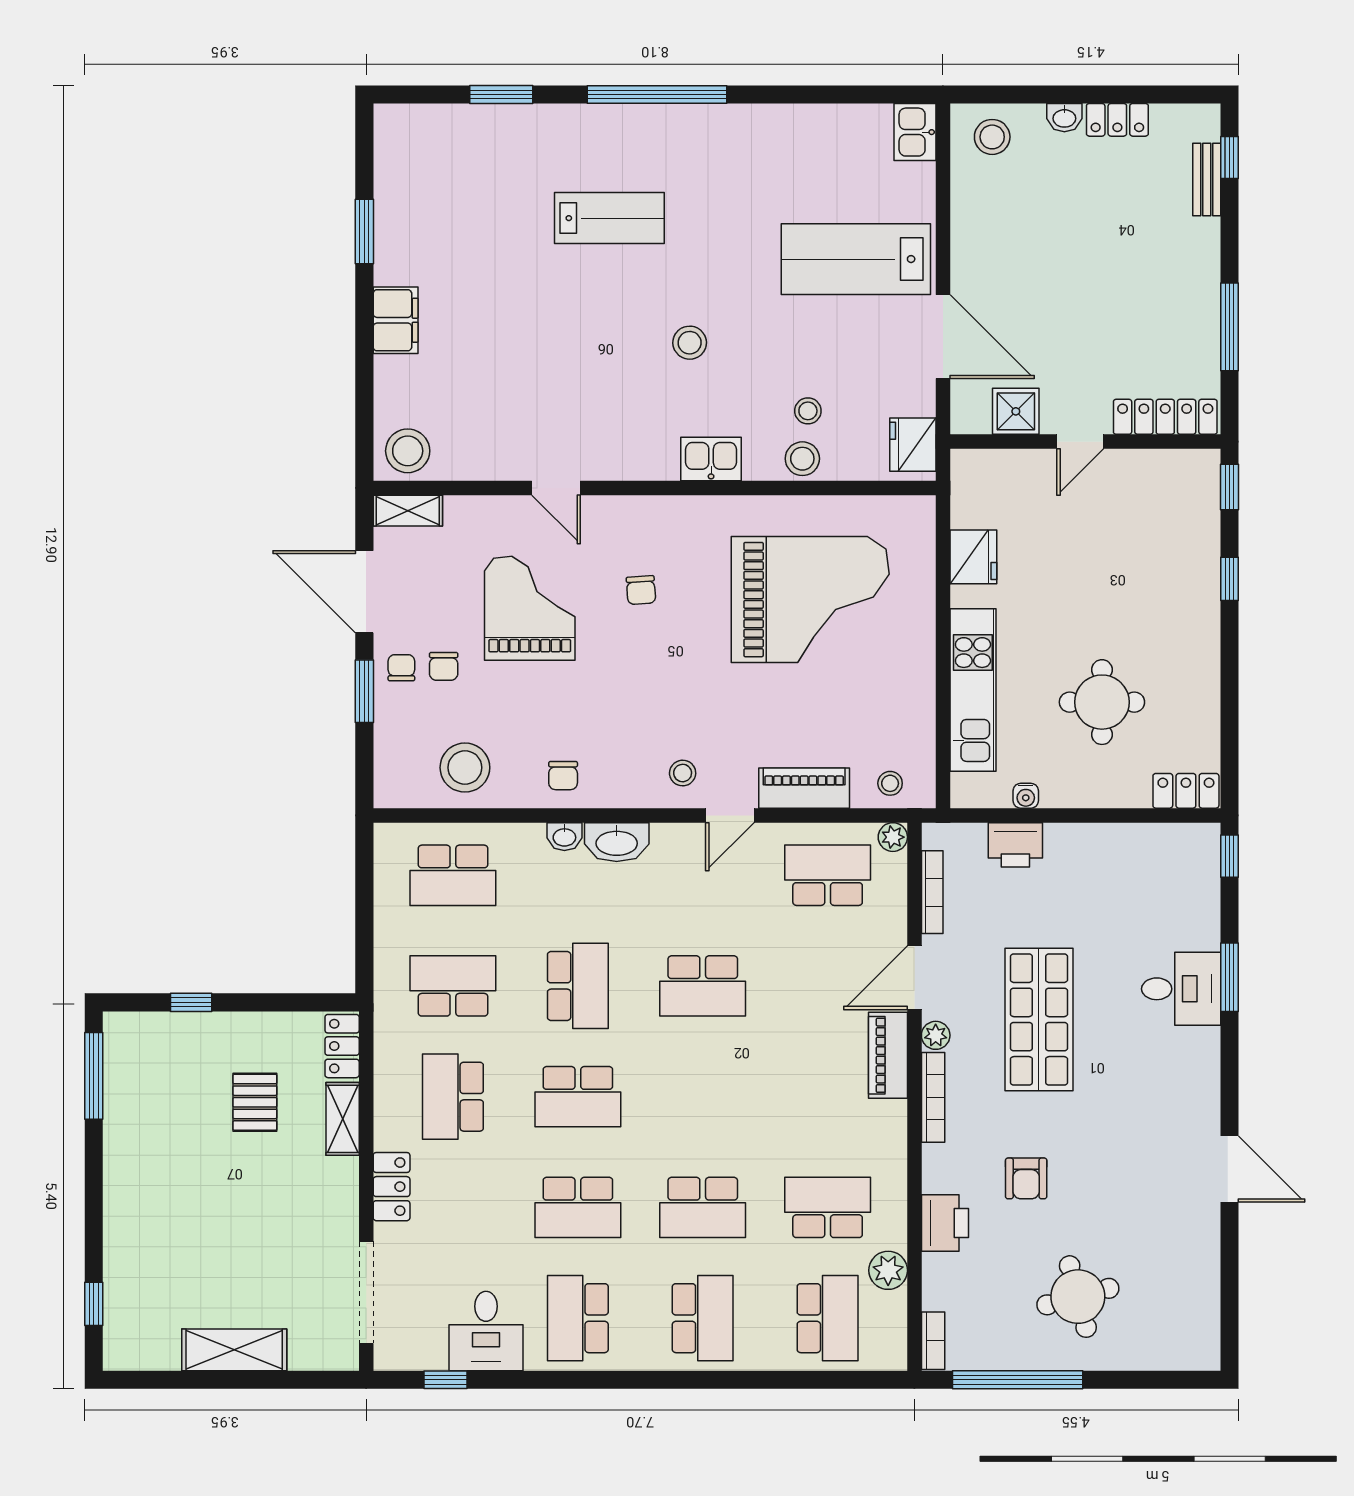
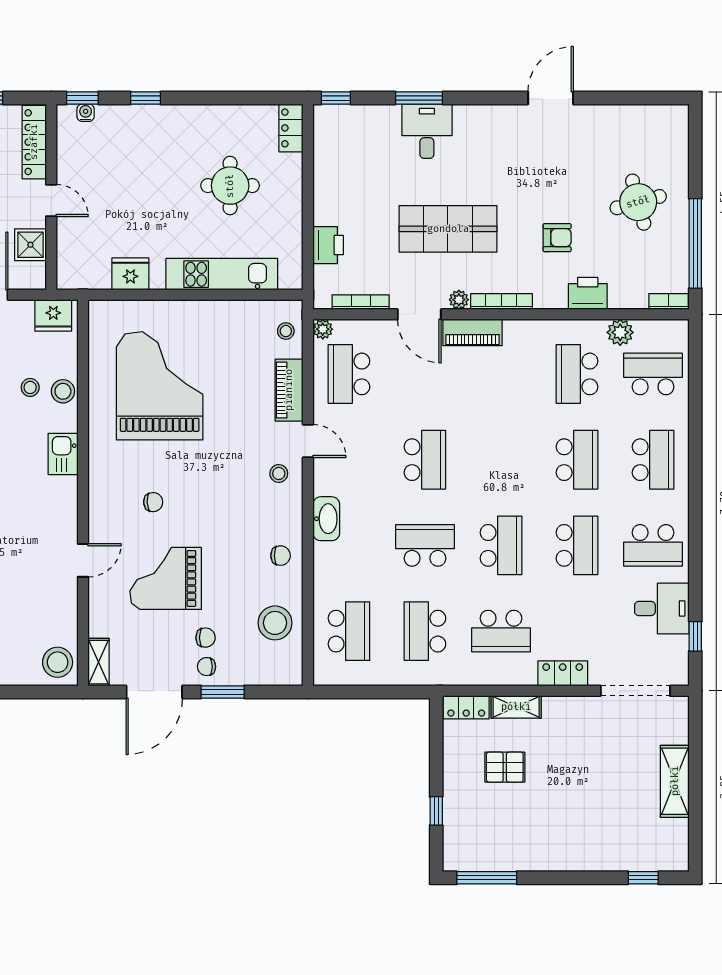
water cooler: (1026, 796) -> (86, 113), moved, turned -90
washbasin: (564, 837) -> (322, 555), removed
school desk: (703, 1318) -> (653, 460), turned 90

